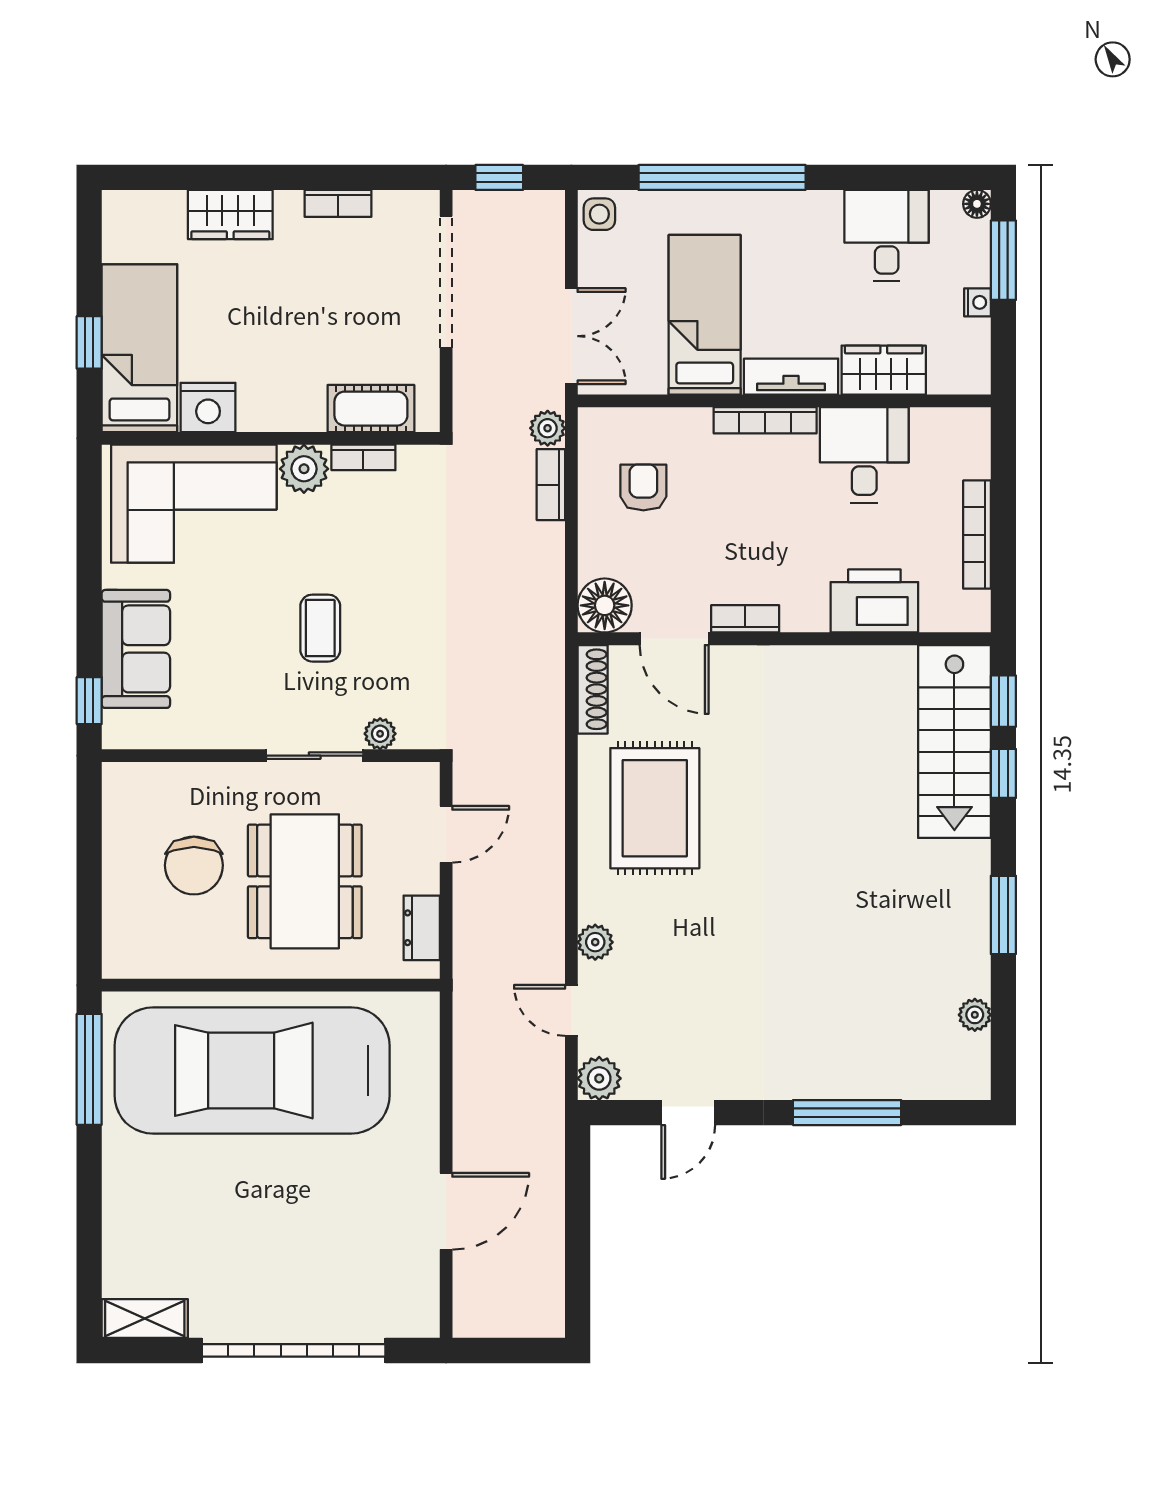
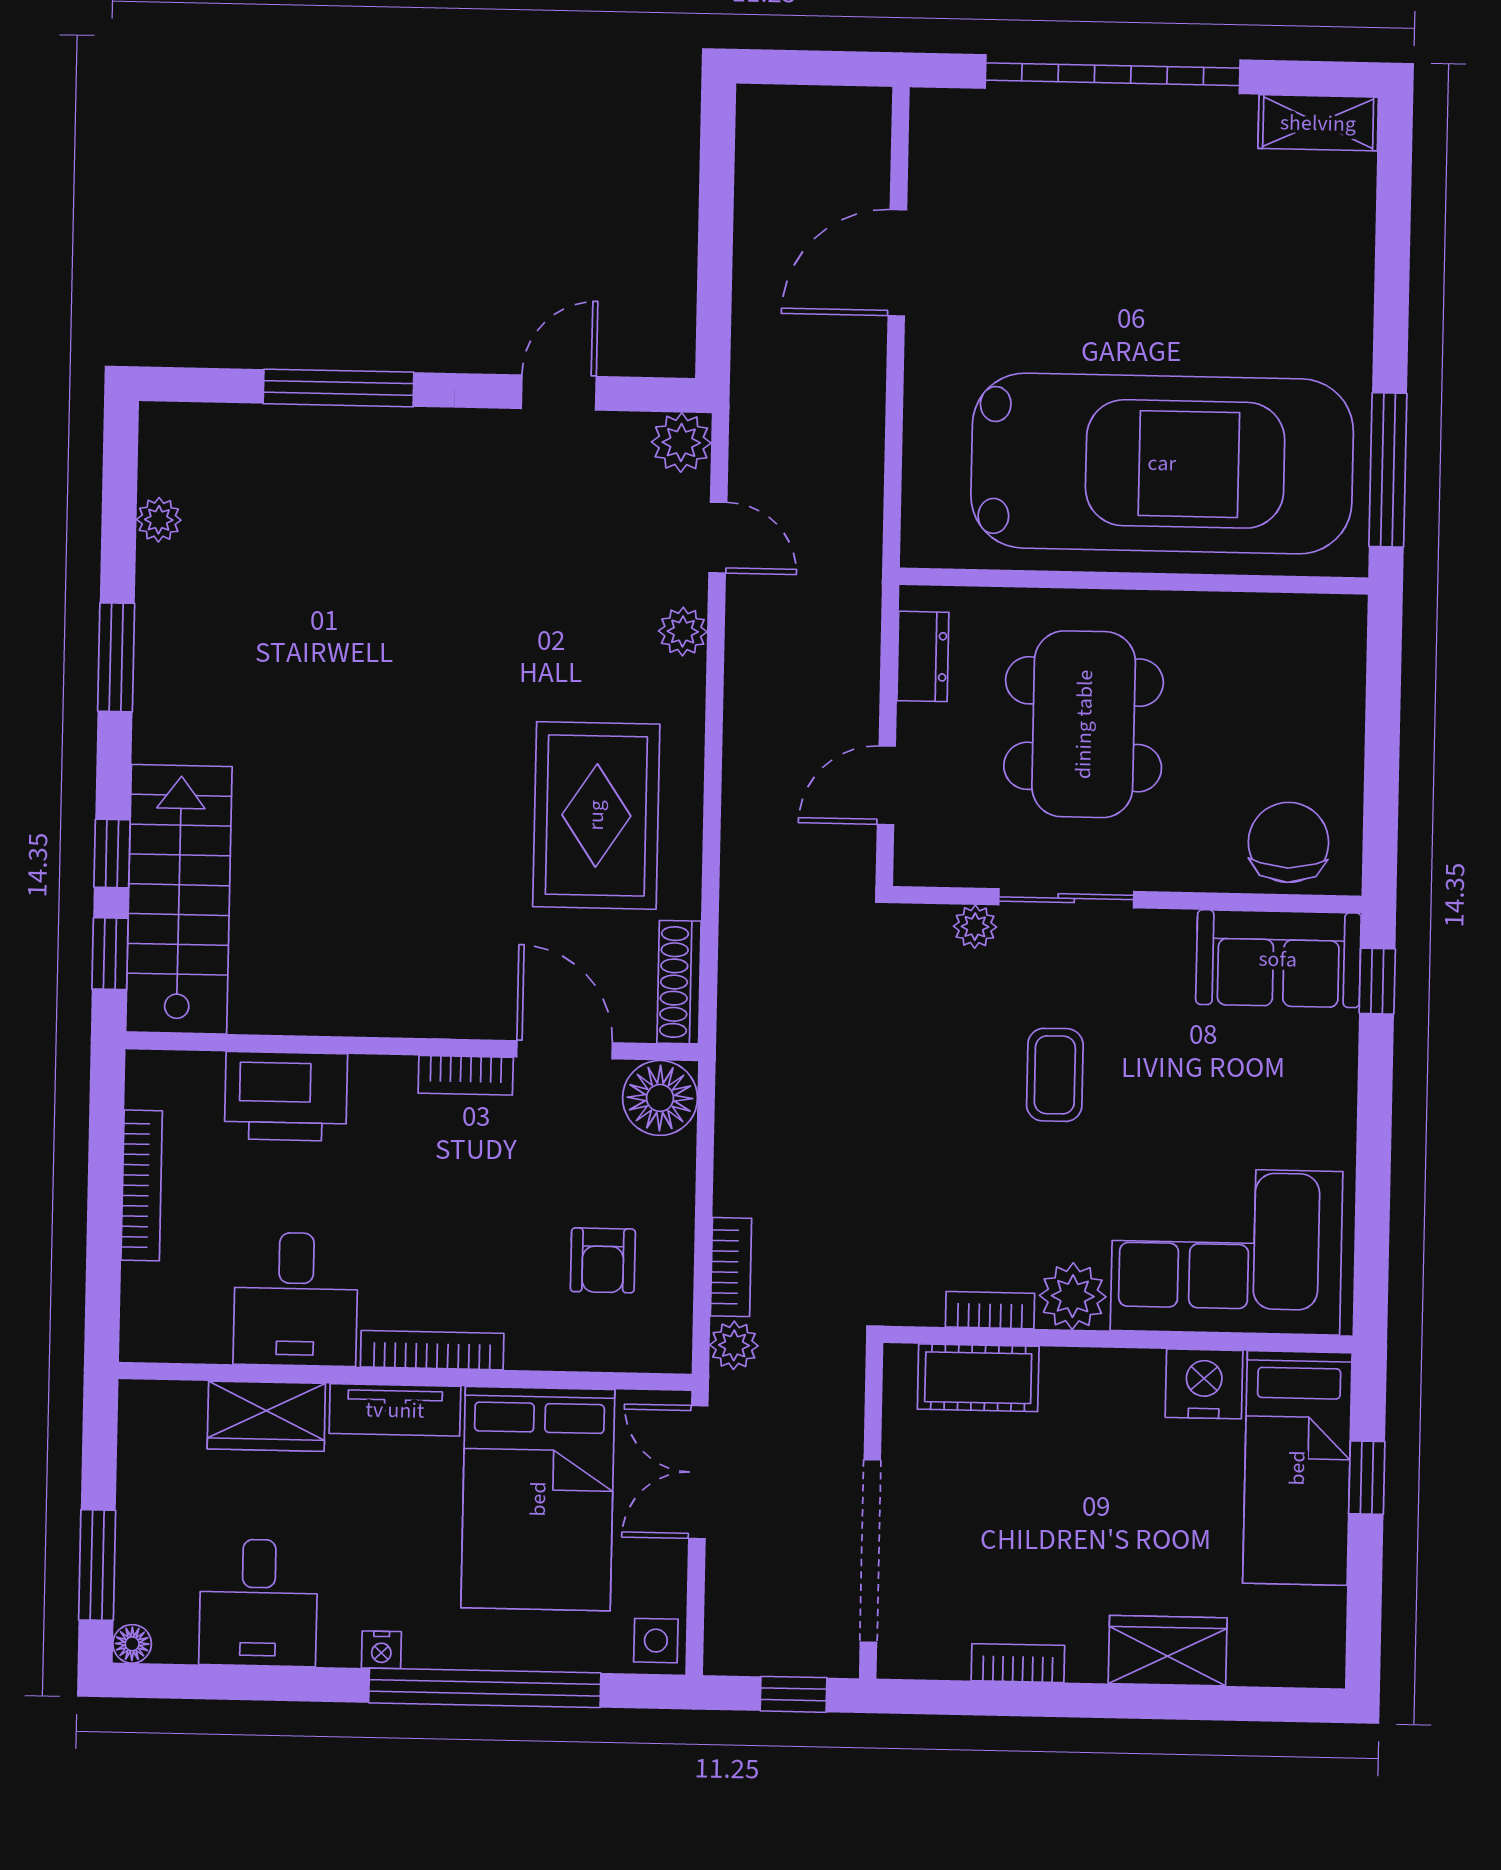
nightstand: (978, 302) -> (381, 1650), moved, turned -90
bed: (705, 315) -> (538, 1499), width x1.50
sofa: (136, 649) -> (1278, 959), moved, turned -90
chair: (194, 865) -> (1288, 842), moved

